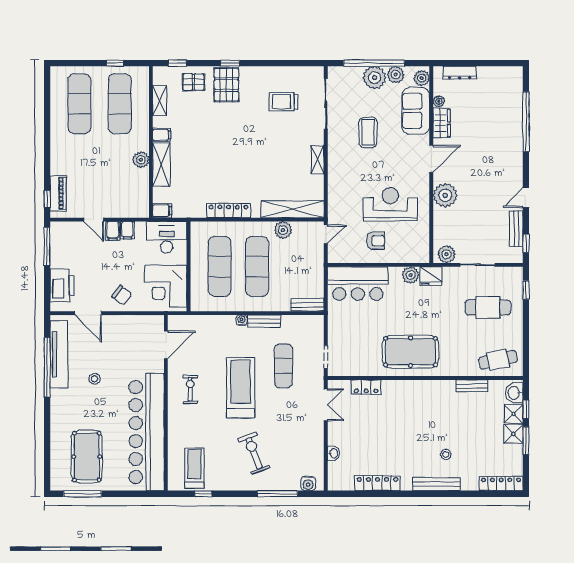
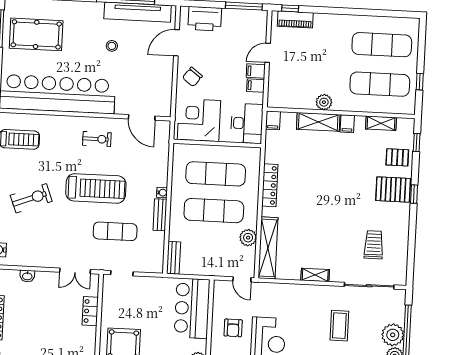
pallet: (193, 82) -> (397, 157), turned 90
coffee table: (368, 132) -> (339, 326), turned 90

